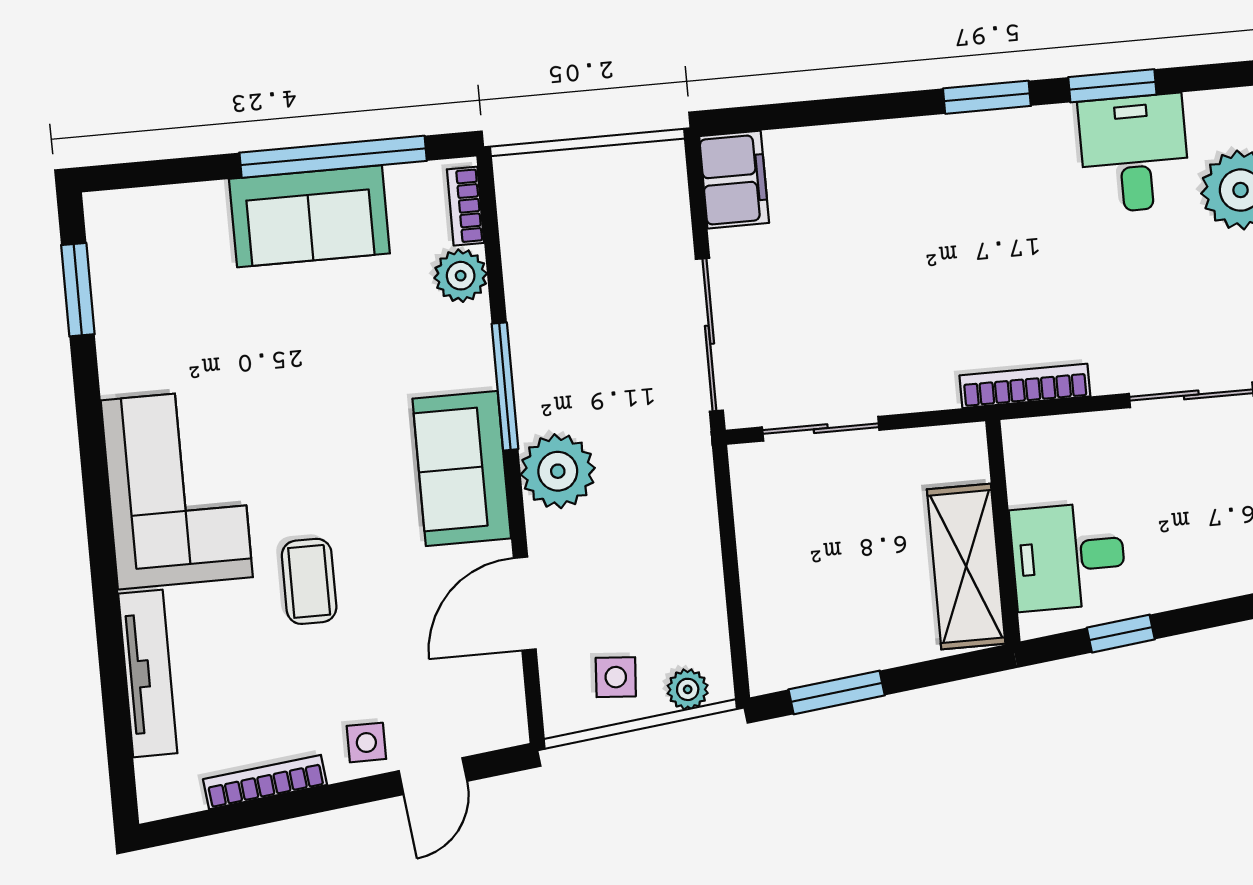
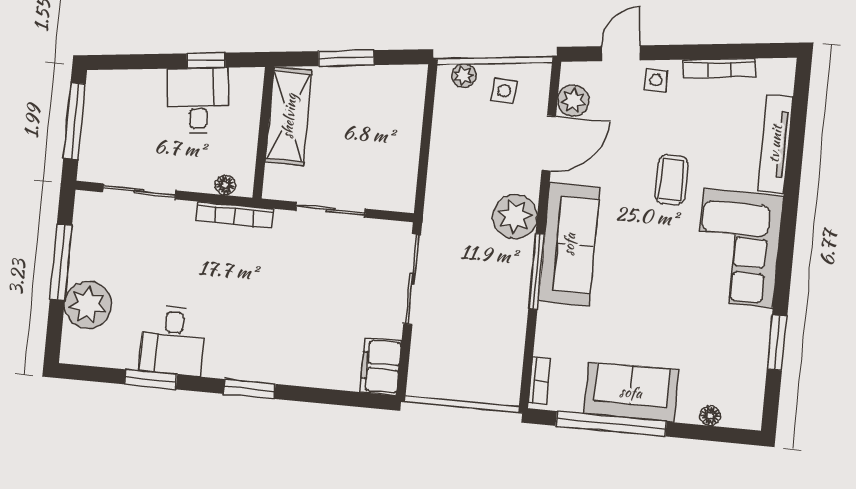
window: (987, 97) -> (249, 389), moved
desk: (1134, 153) -> (173, 340), moved
floor lamp: (171, 201) -> (710, 416), added
plant: (461, 276) -> (573, 101), moved
window: (78, 290) -> (777, 343), moved
sliding door: (821, 429) -> (331, 210), moved
floor lamp: (1050, 432) -> (225, 185), added
sofa: (462, 468) -> (569, 244), width x1.36
desk: (1068, 556) -> (198, 101), moved, turned -97
window: (837, 692) -> (346, 58), moved

